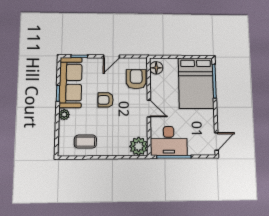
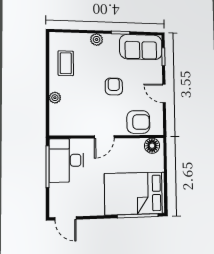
sofa: (71, 82) -> (141, 47), width x0.73
plant: (139, 146) -> (55, 98), moved, width x0.53, depth x0.53

